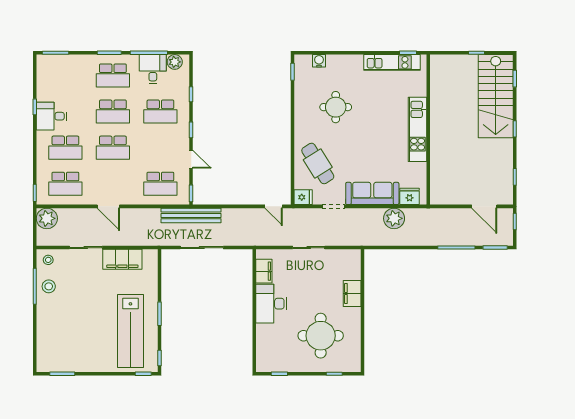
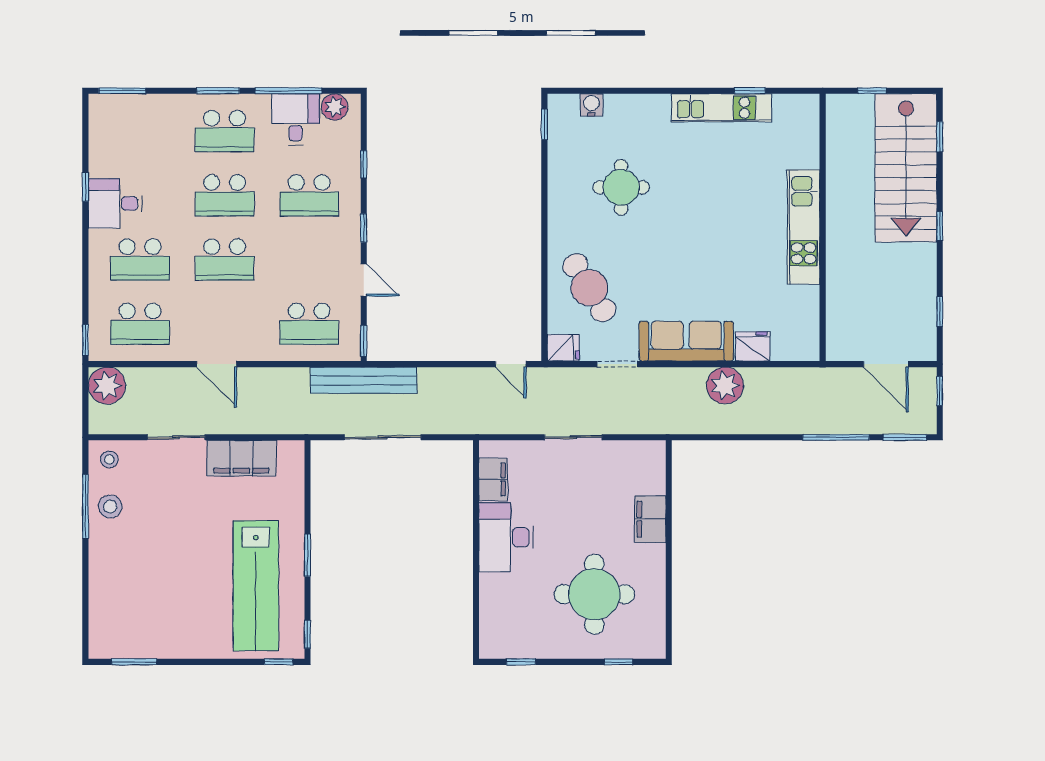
kitchen unit: (418, 129) -> (804, 227), moved
wall: (428, 130) -> (823, 227), moved

